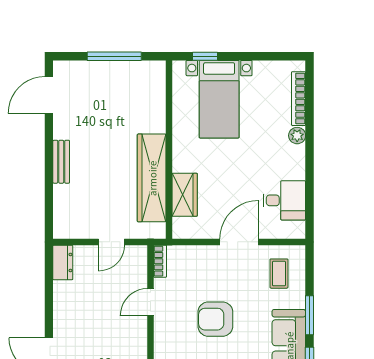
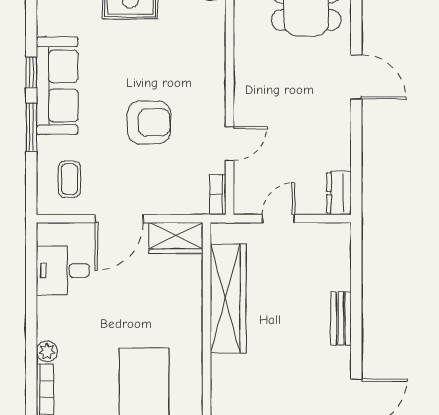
wardrobe: (185, 195) -> (176, 238), moved, turned -90

